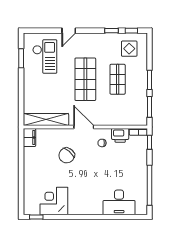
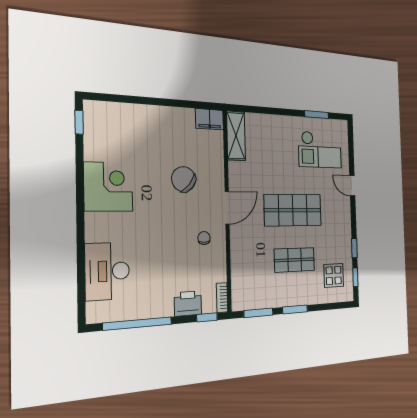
shelving: (46, 120) -> (236, 136), width x0.68
printer: (120, 135) -> (188, 303), moved, turned 90
corner desk: (54, 201) -> (108, 187), moved

